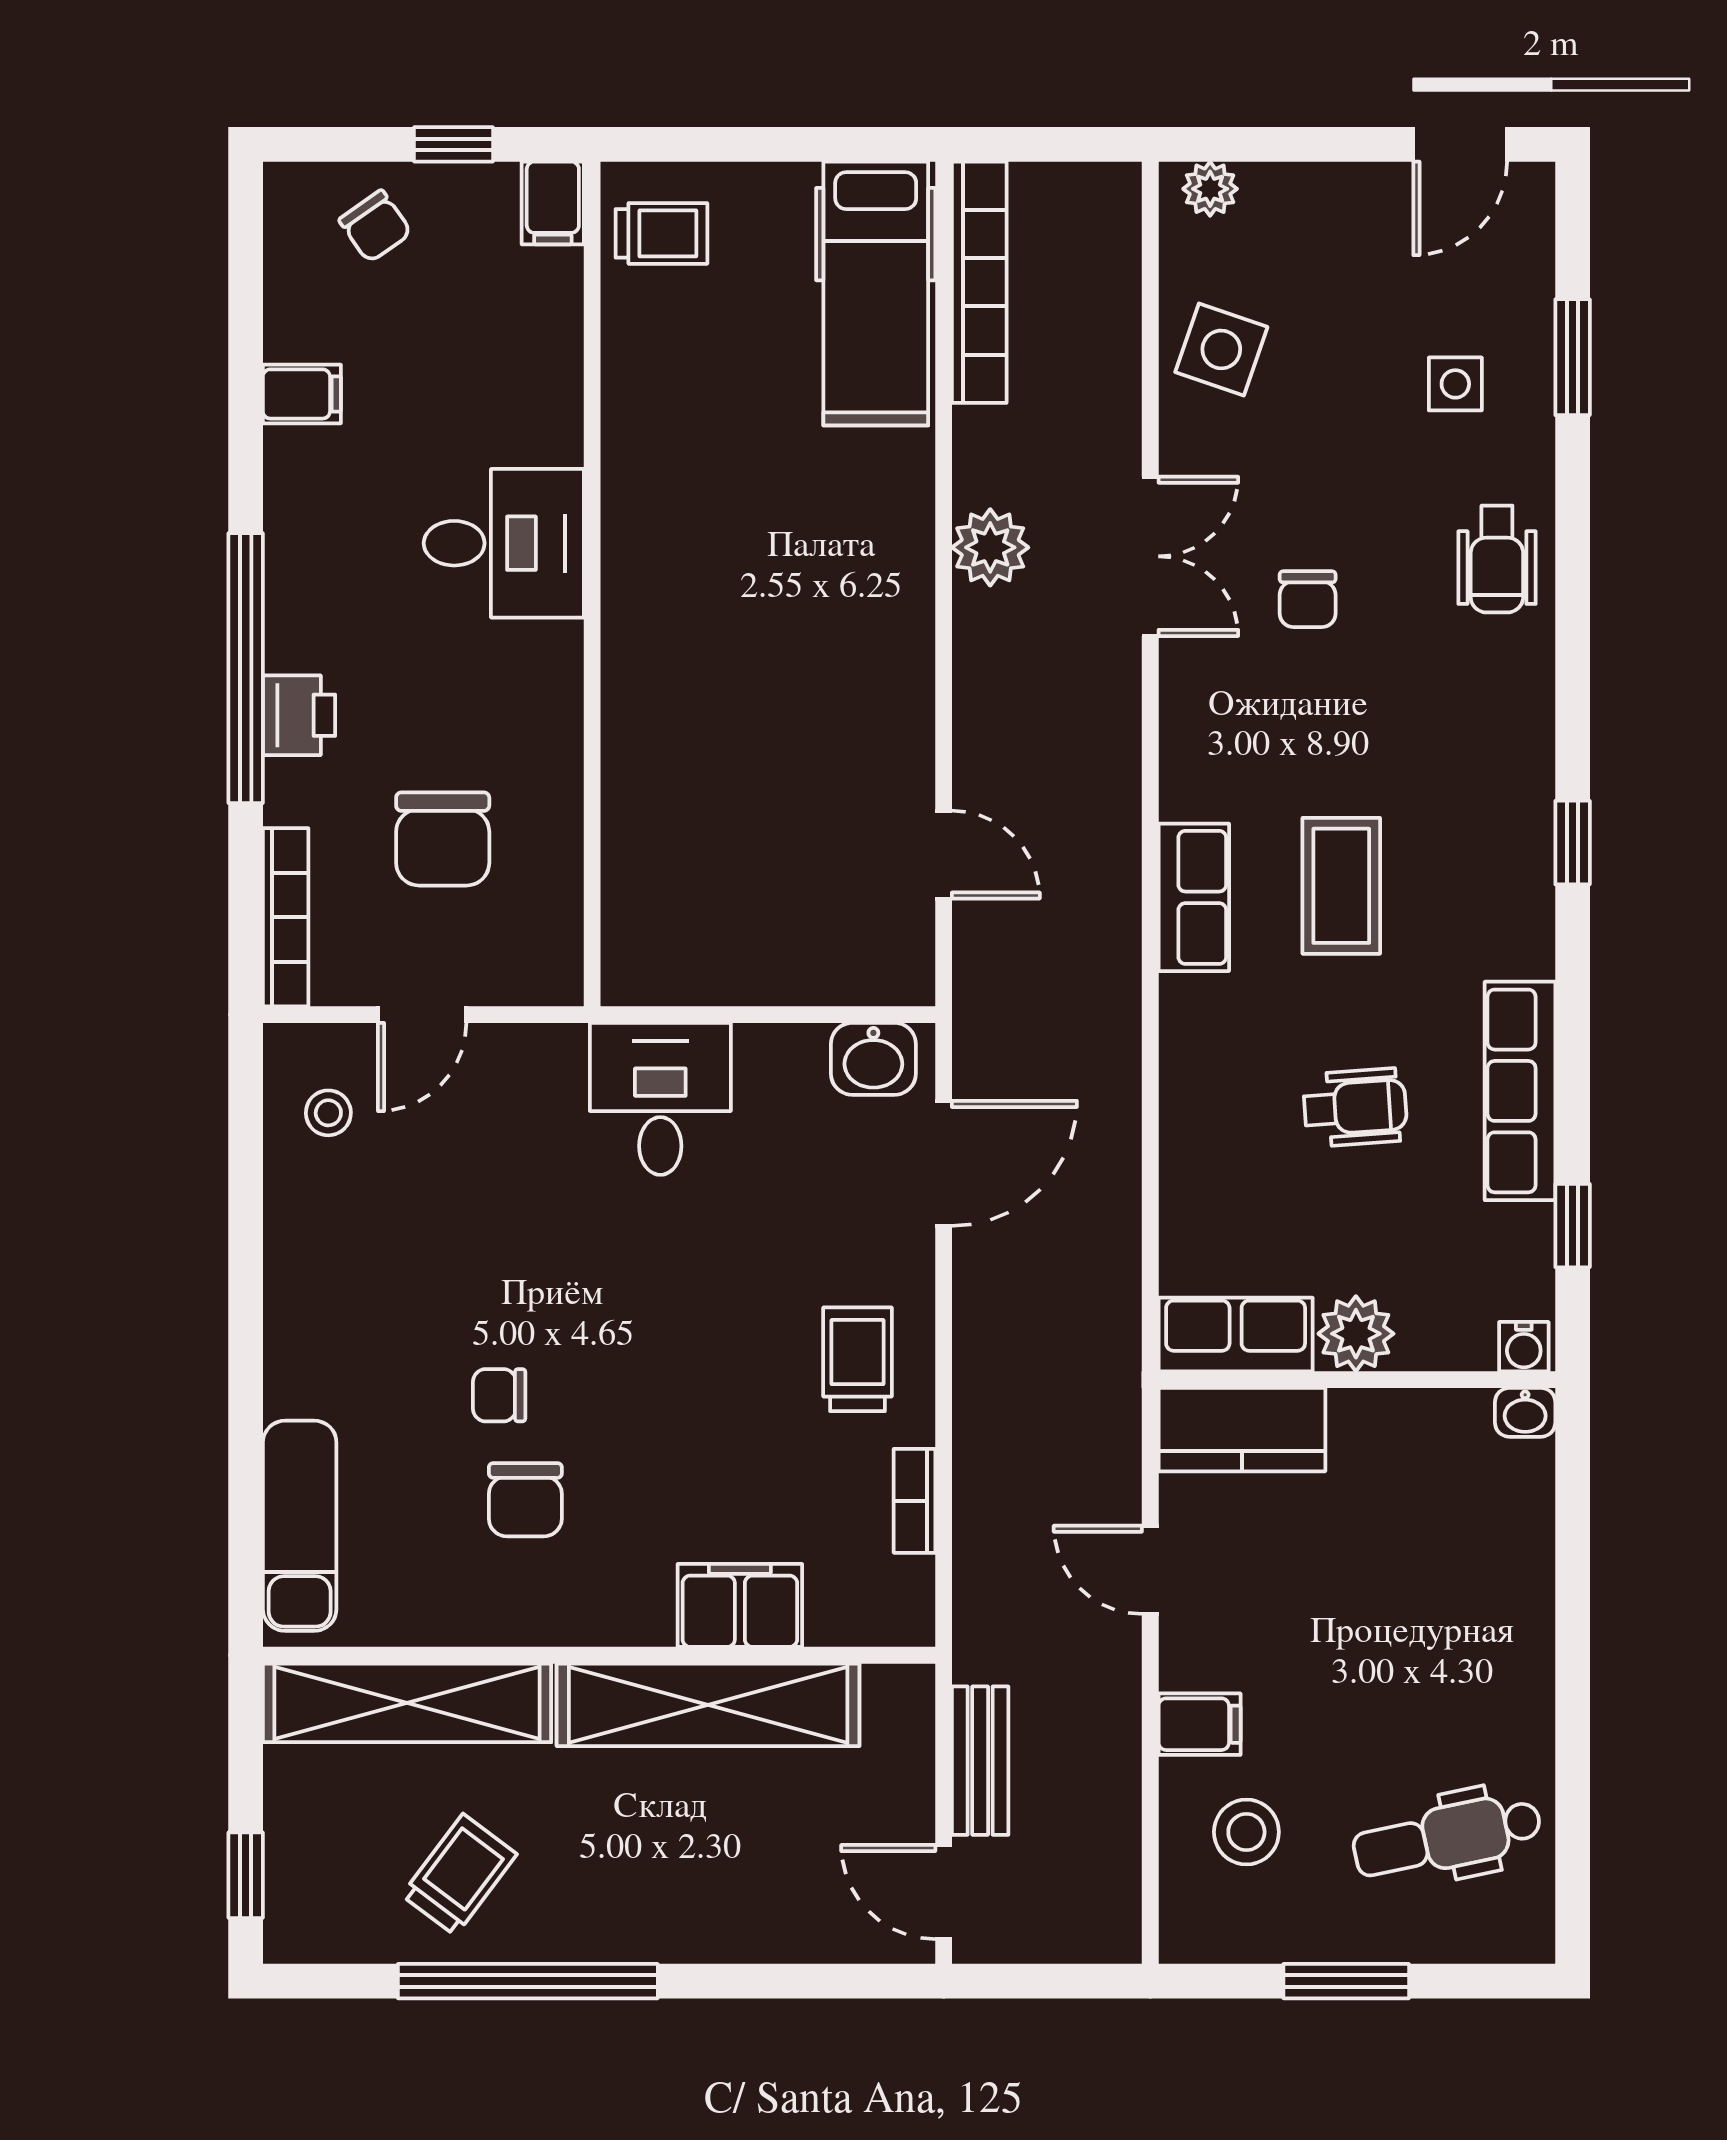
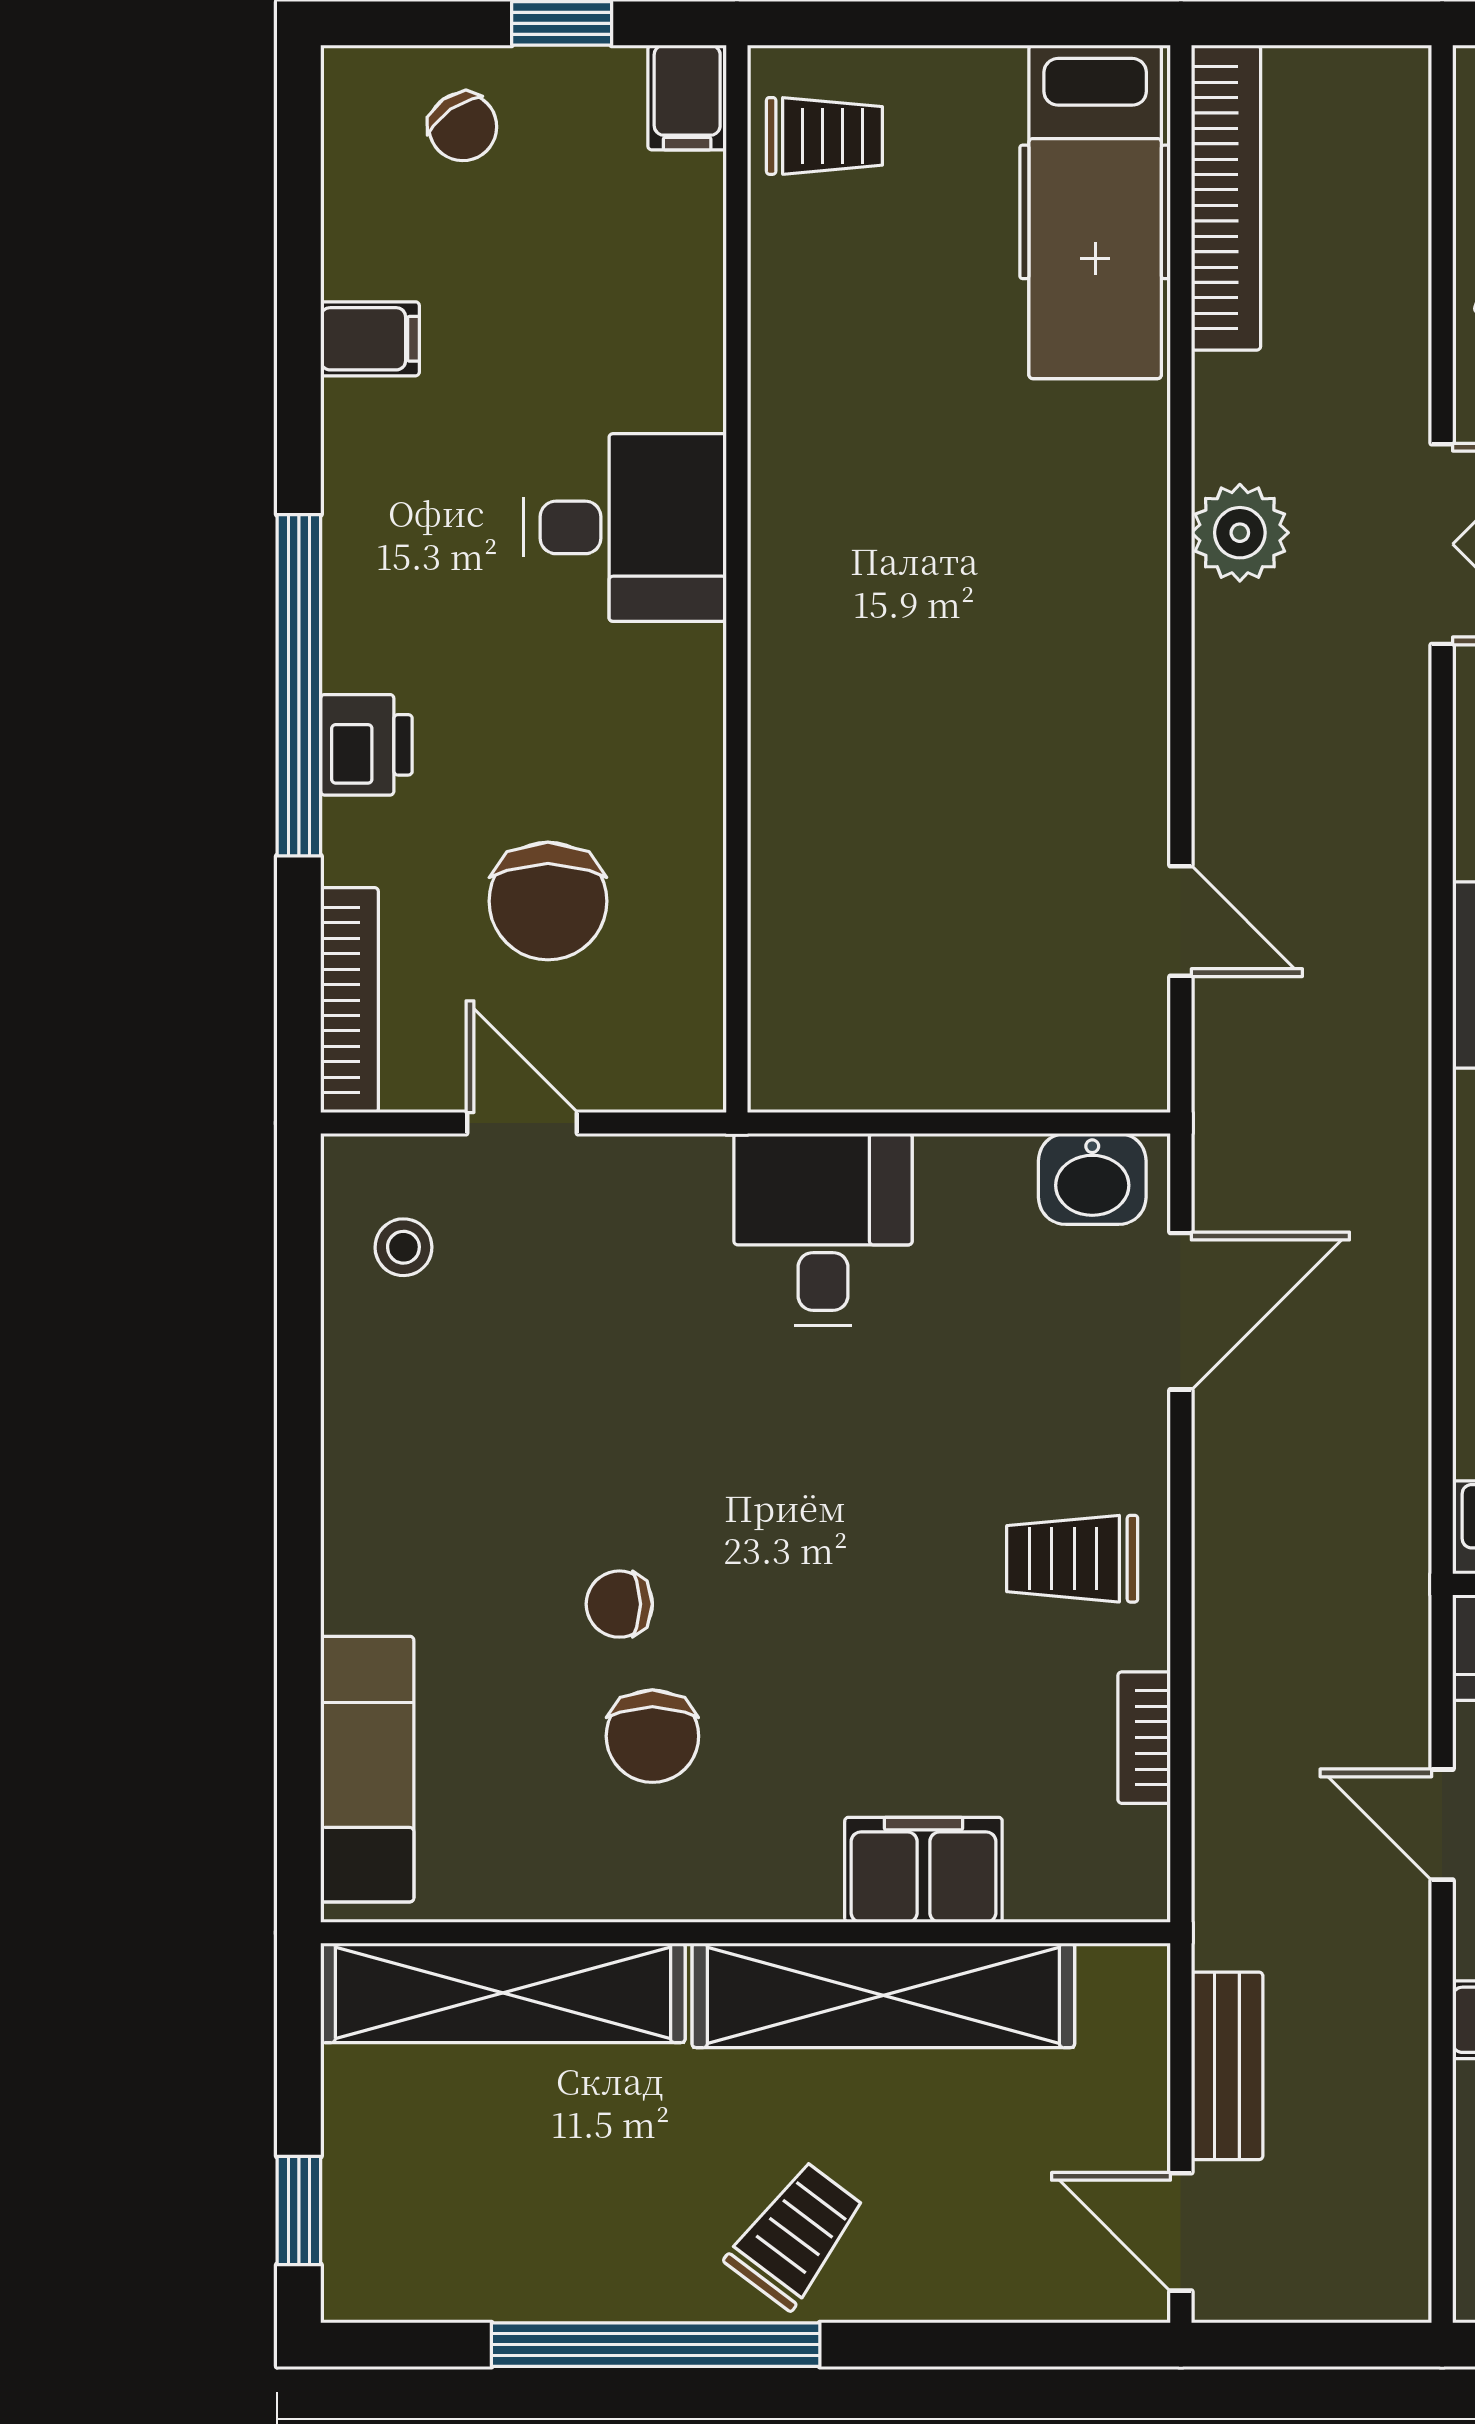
door: (422, 1015) -> (522, 1123), swing flipped
trolley: (858, 1359) -> (1072, 1559), turned -90
trolley: (459, 1875) -> (796, 2235), moved

